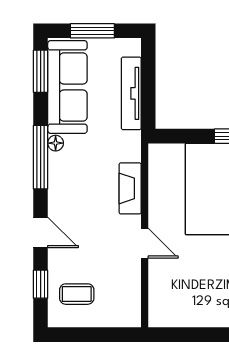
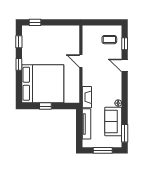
sofa: (67, 87) -> (113, 121), width x0.73
window: (41, 157) -> (125, 97), removed
fireplace: (130, 188) -> (87, 97), moved

